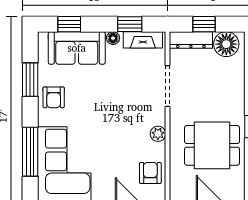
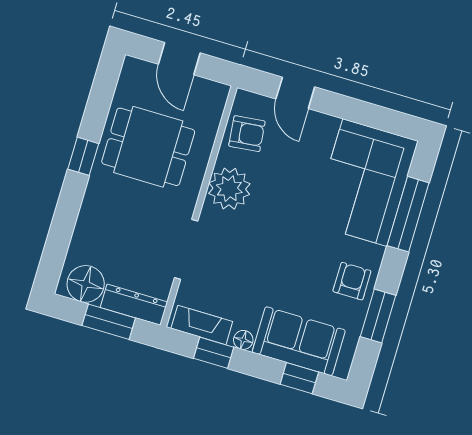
window: (204, 24) -> (109, 322), width x1.50
plant: (158, 134) -> (229, 189), width x1.88, depth x1.88
armchair: (150, 173) -> (247, 134), turned -96

